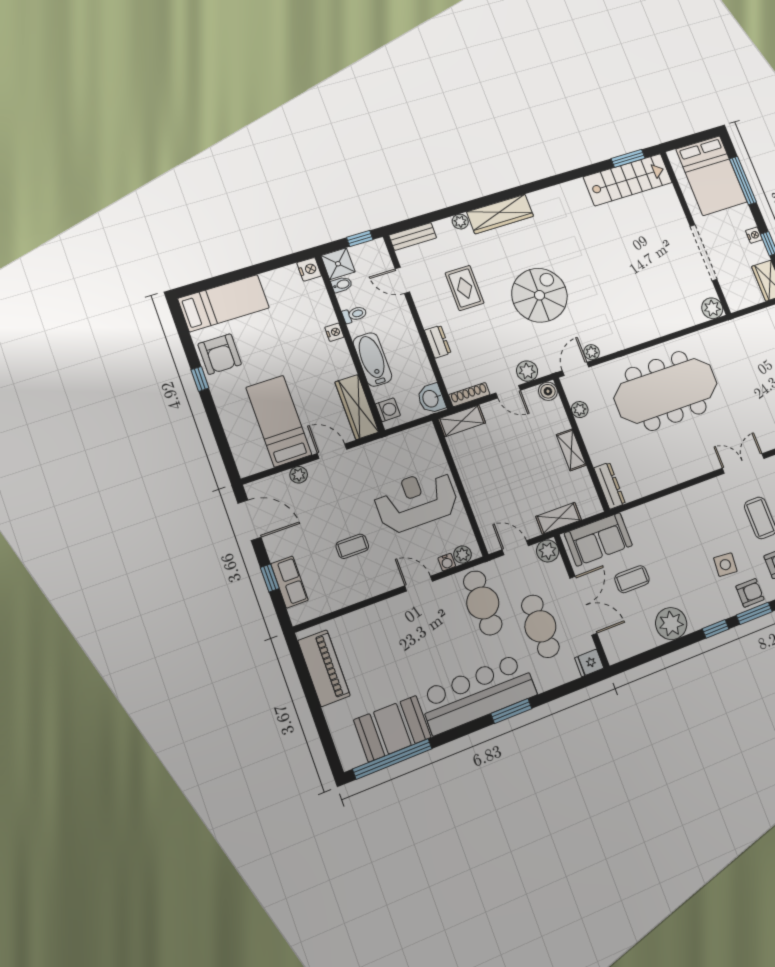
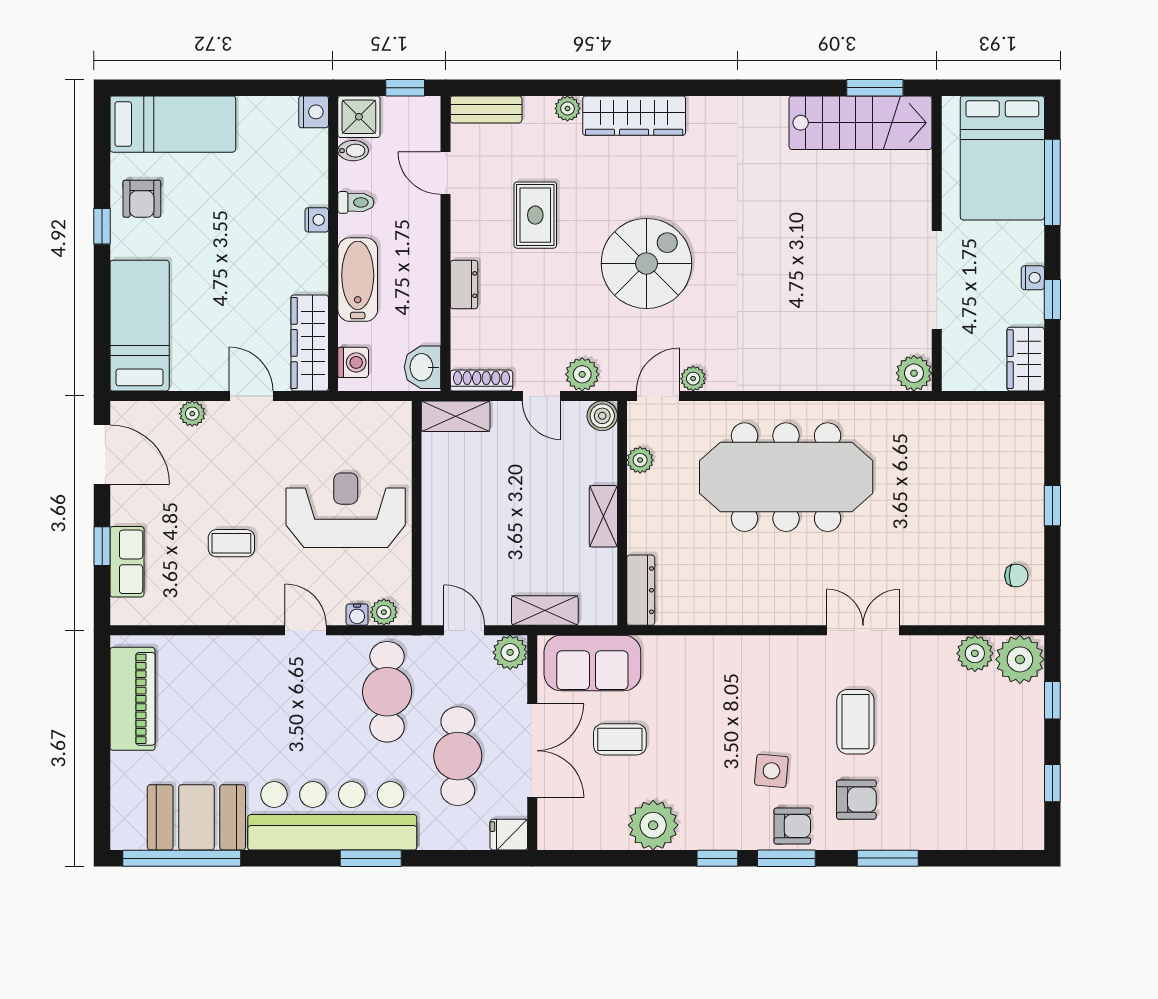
armchair: (220, 354) -> (142, 199), width x0.72, depth x0.72
bed: (279, 421) -> (140, 326), moved

